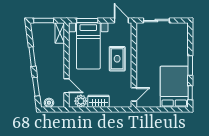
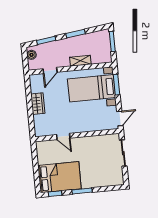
shelving: (60, 33) -> (80, 61), moved
rug: (117, 59) -> (82, 118), removed
door: (134, 94) -> (63, 136), moved
plant: (81, 101) -> (36, 86), removed

